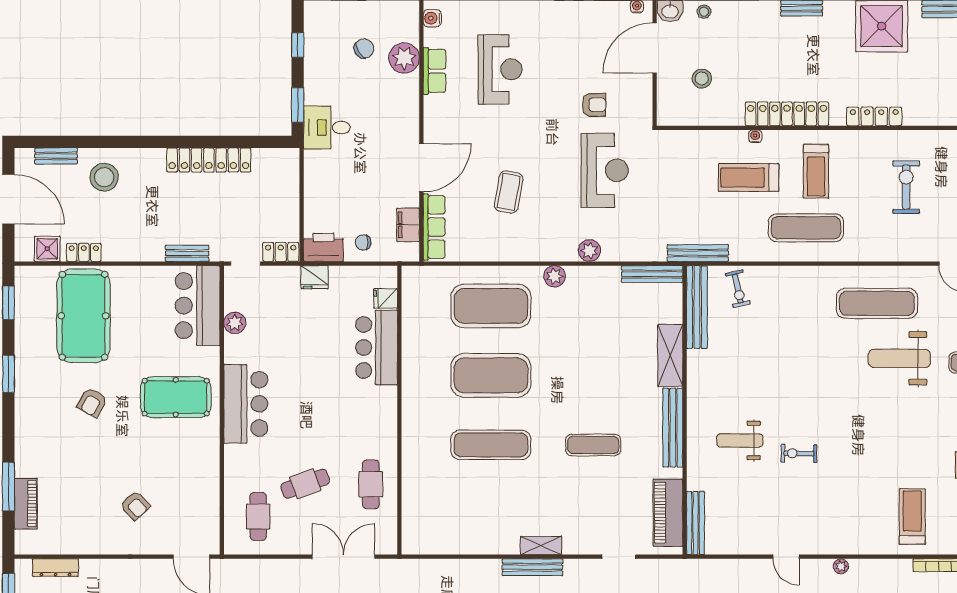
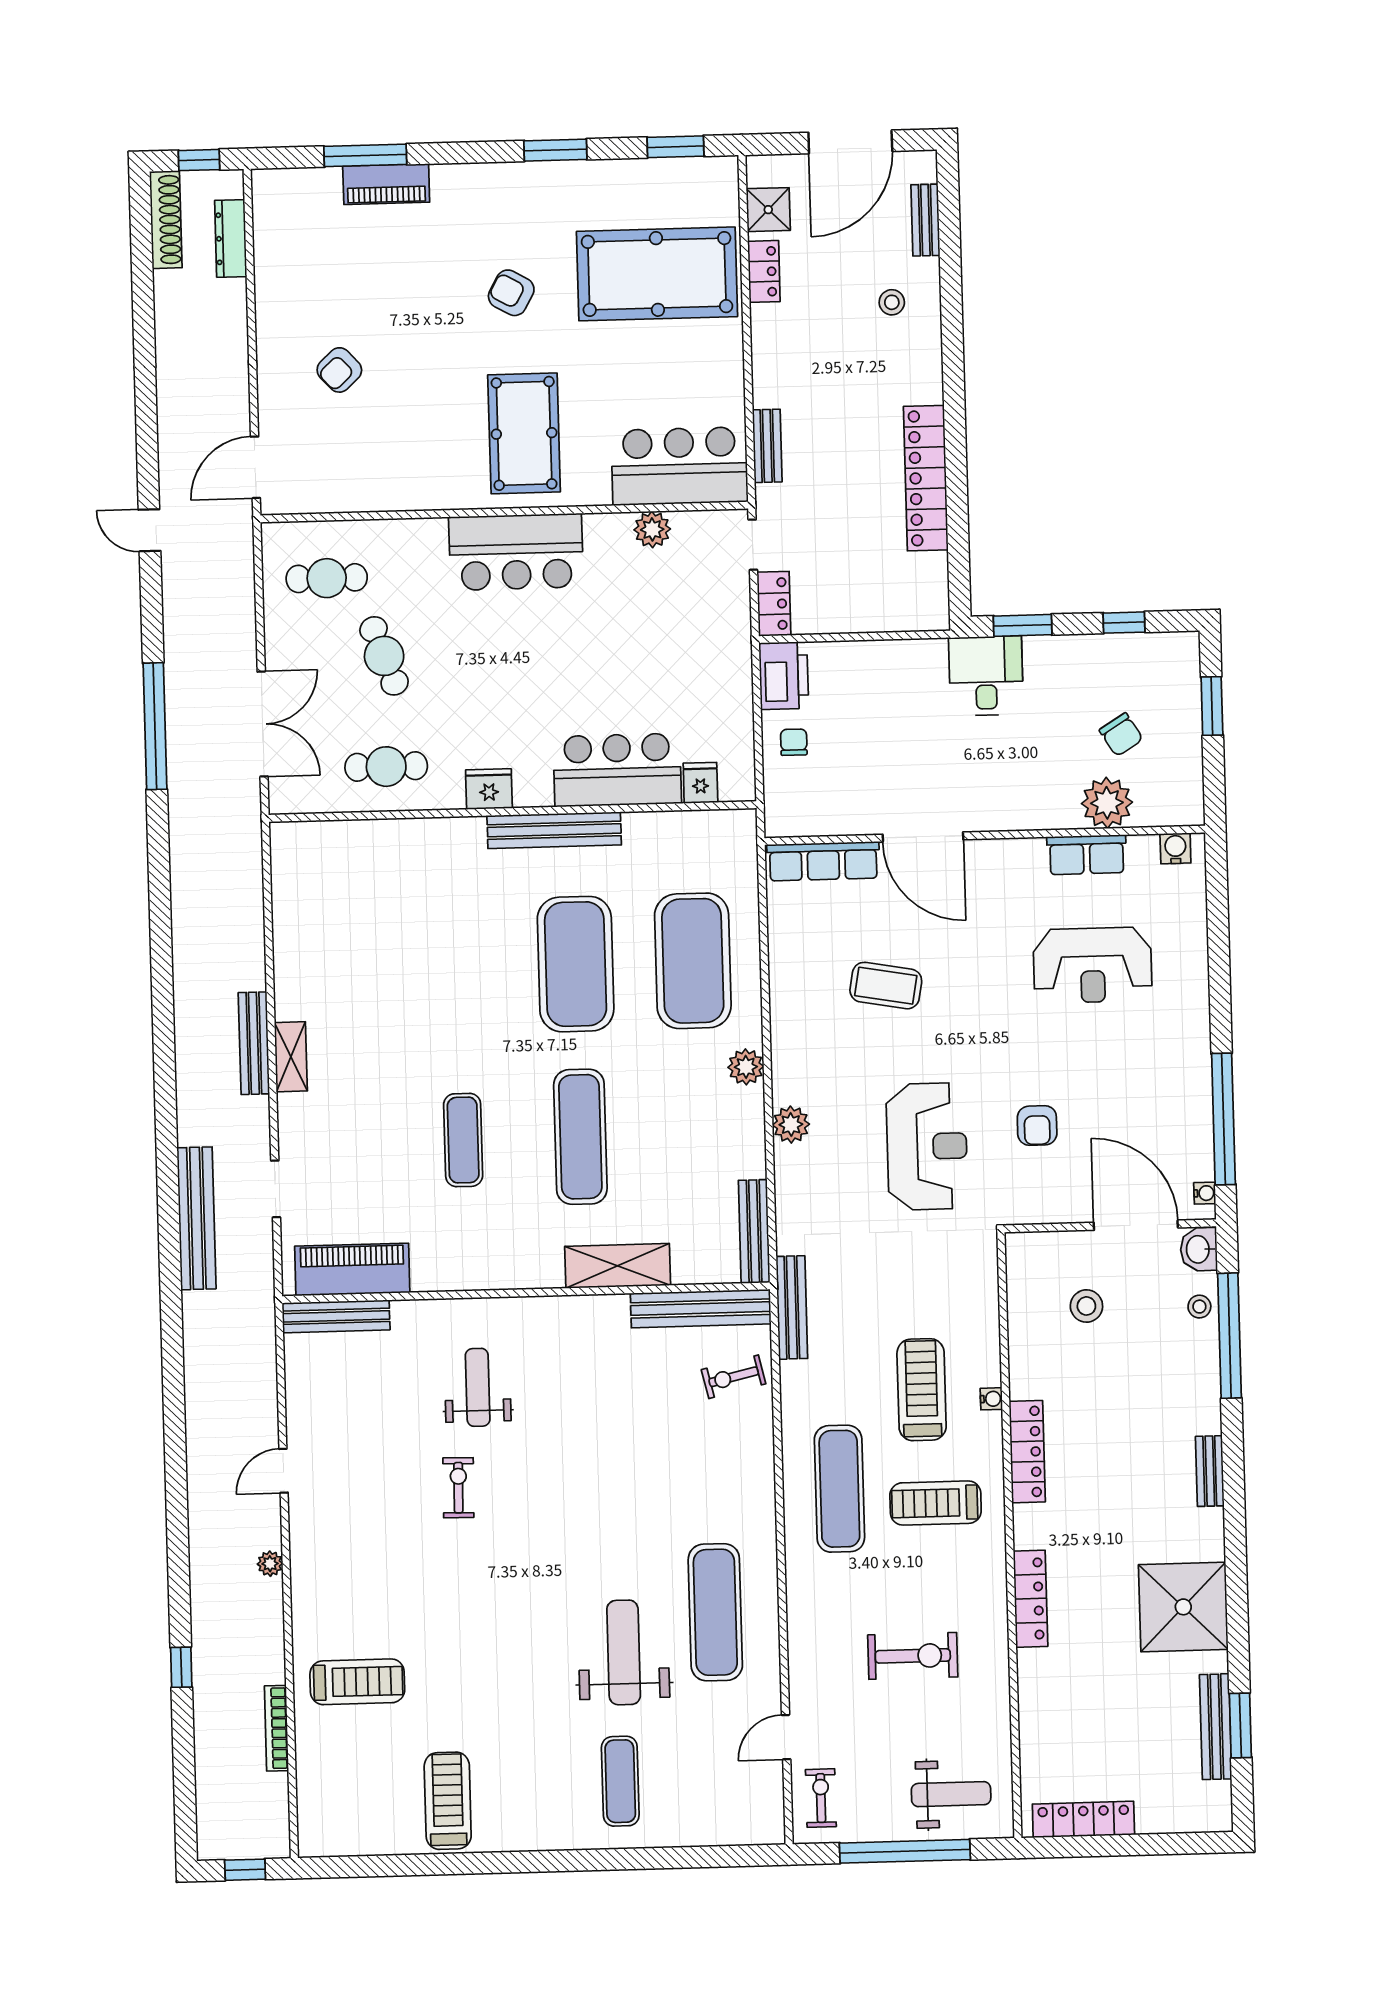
locker: (787, 114) -> (1027, 1452), width x0.71, depth x0.83
reception desk: (605, 170) -> (927, 1146), turned -90
stool: (104, 177) -> (892, 302), width x0.53, depth x0.53
filing cabinet: (408, 225) -> (826, 817), removed
fridge: (315, 277) -> (489, 789), moved, turned 90
bench: (673, 428) -> (554, 830), moved
exercise mat: (491, 445) -> (580, 1137), moved
piano: (26, 504) -> (386, 184), moved

